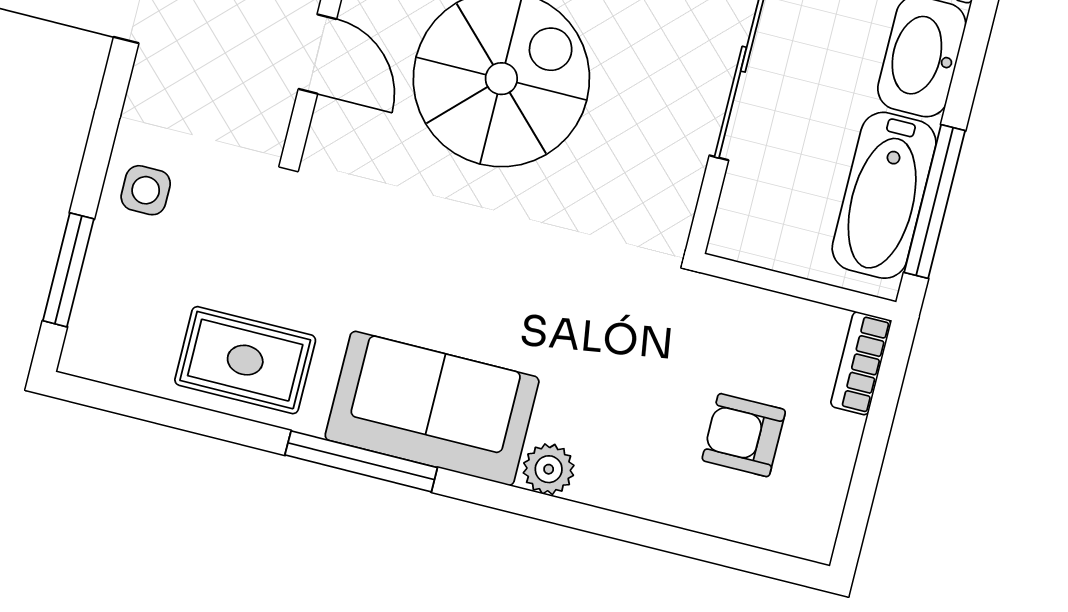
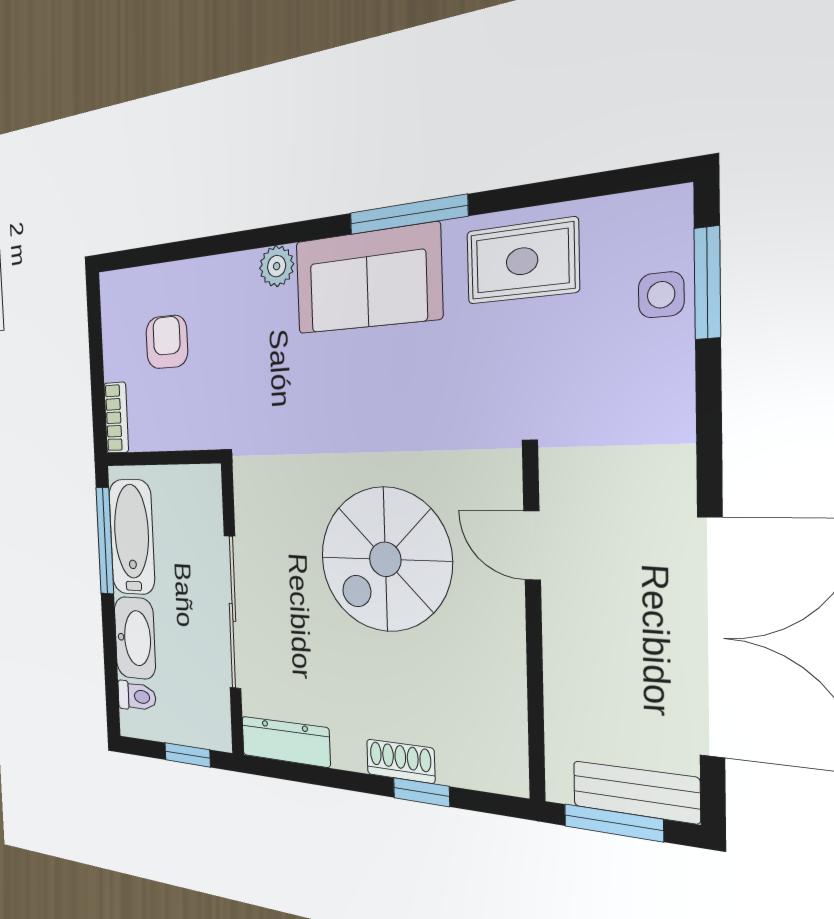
side table: (146, 190) -> (661, 295), moved
armchair: (744, 435) -> (167, 342), turned -90

